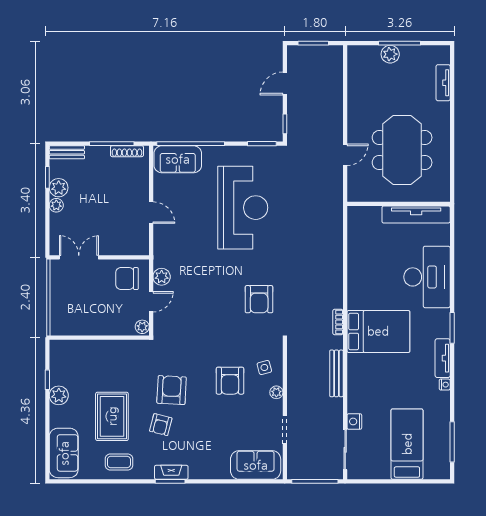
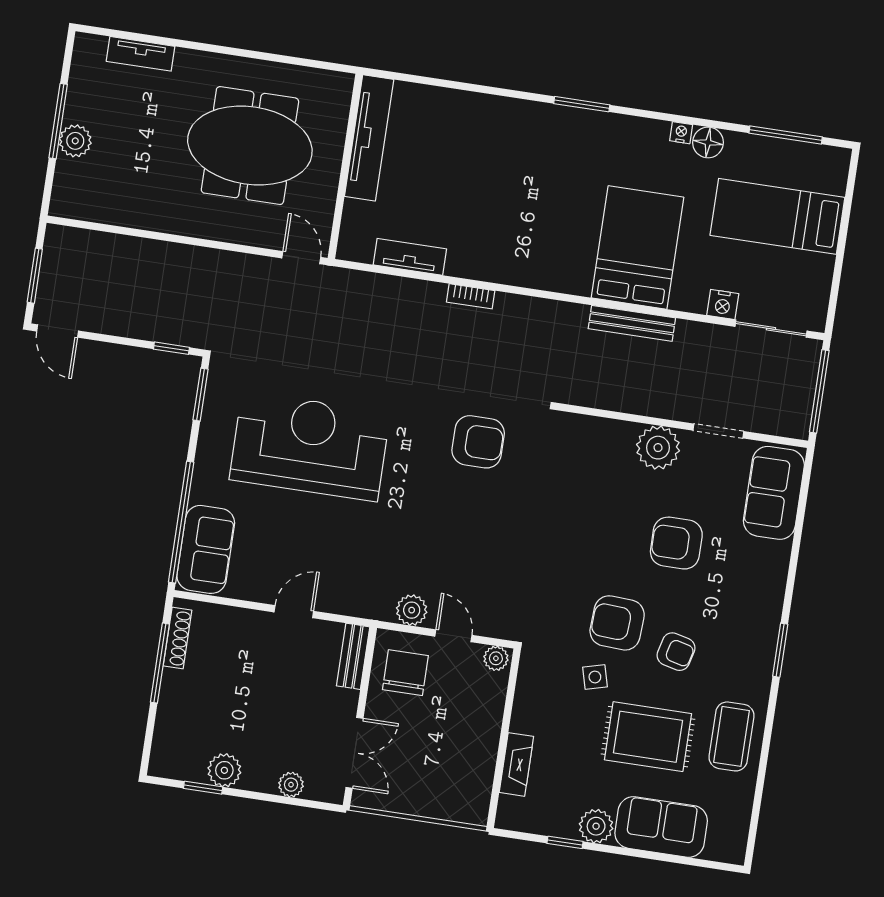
door: (285, 84) -> (58, 331), moved
bench: (67, 152) -> (353, 656), moved
door: (345, 155) -> (301, 258), moved
plant: (56, 205) -> (291, 785), moved
double door: (79, 257) -> (354, 753), swing flipped
desk: (427, 277) -> (484, 135), removed
chair: (127, 279) -> (405, 673), turned 180
bookcase: (338, 322) -> (471, 296), moved
bed: (378, 331) -> (638, 247), moved
tv unit: (443, 358) -> (410, 257), moved, turned 180
side table: (264, 367) -> (595, 677), moved
armchair: (230, 381) -> (676, 543), moved, turned 180
plant: (276, 392) -> (658, 448), width x1.88, depth x1.88
floor lamp: (442, 400) -> (708, 142), added
sofa: (64, 453) -> (661, 827), moved
coffee table: (119, 462) -> (731, 736), width x1.36, depth x1.30
fireplace: (171, 472) -> (516, 764), moved, turned 180

